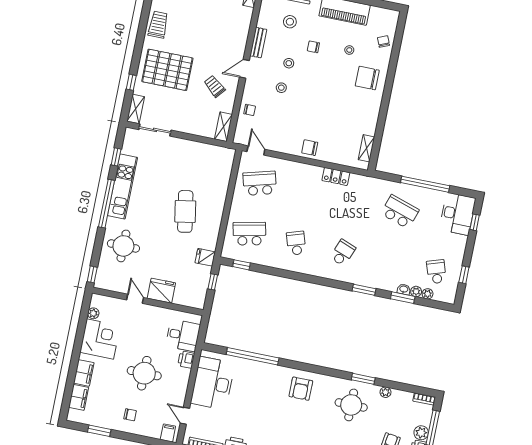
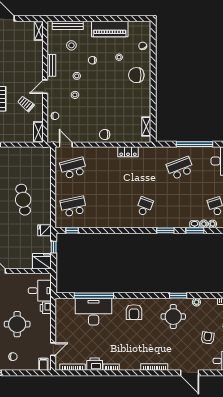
school desk: (400, 212) -> (180, 168), turned -39
school desk: (296, 243) -> (109, 206), removed
fridge: (161, 291) -> (42, 261), moved
desk: (213, 383) -> (94, 312), moved, turned 90
door: (185, 416) -> (53, 349), swing flipped

